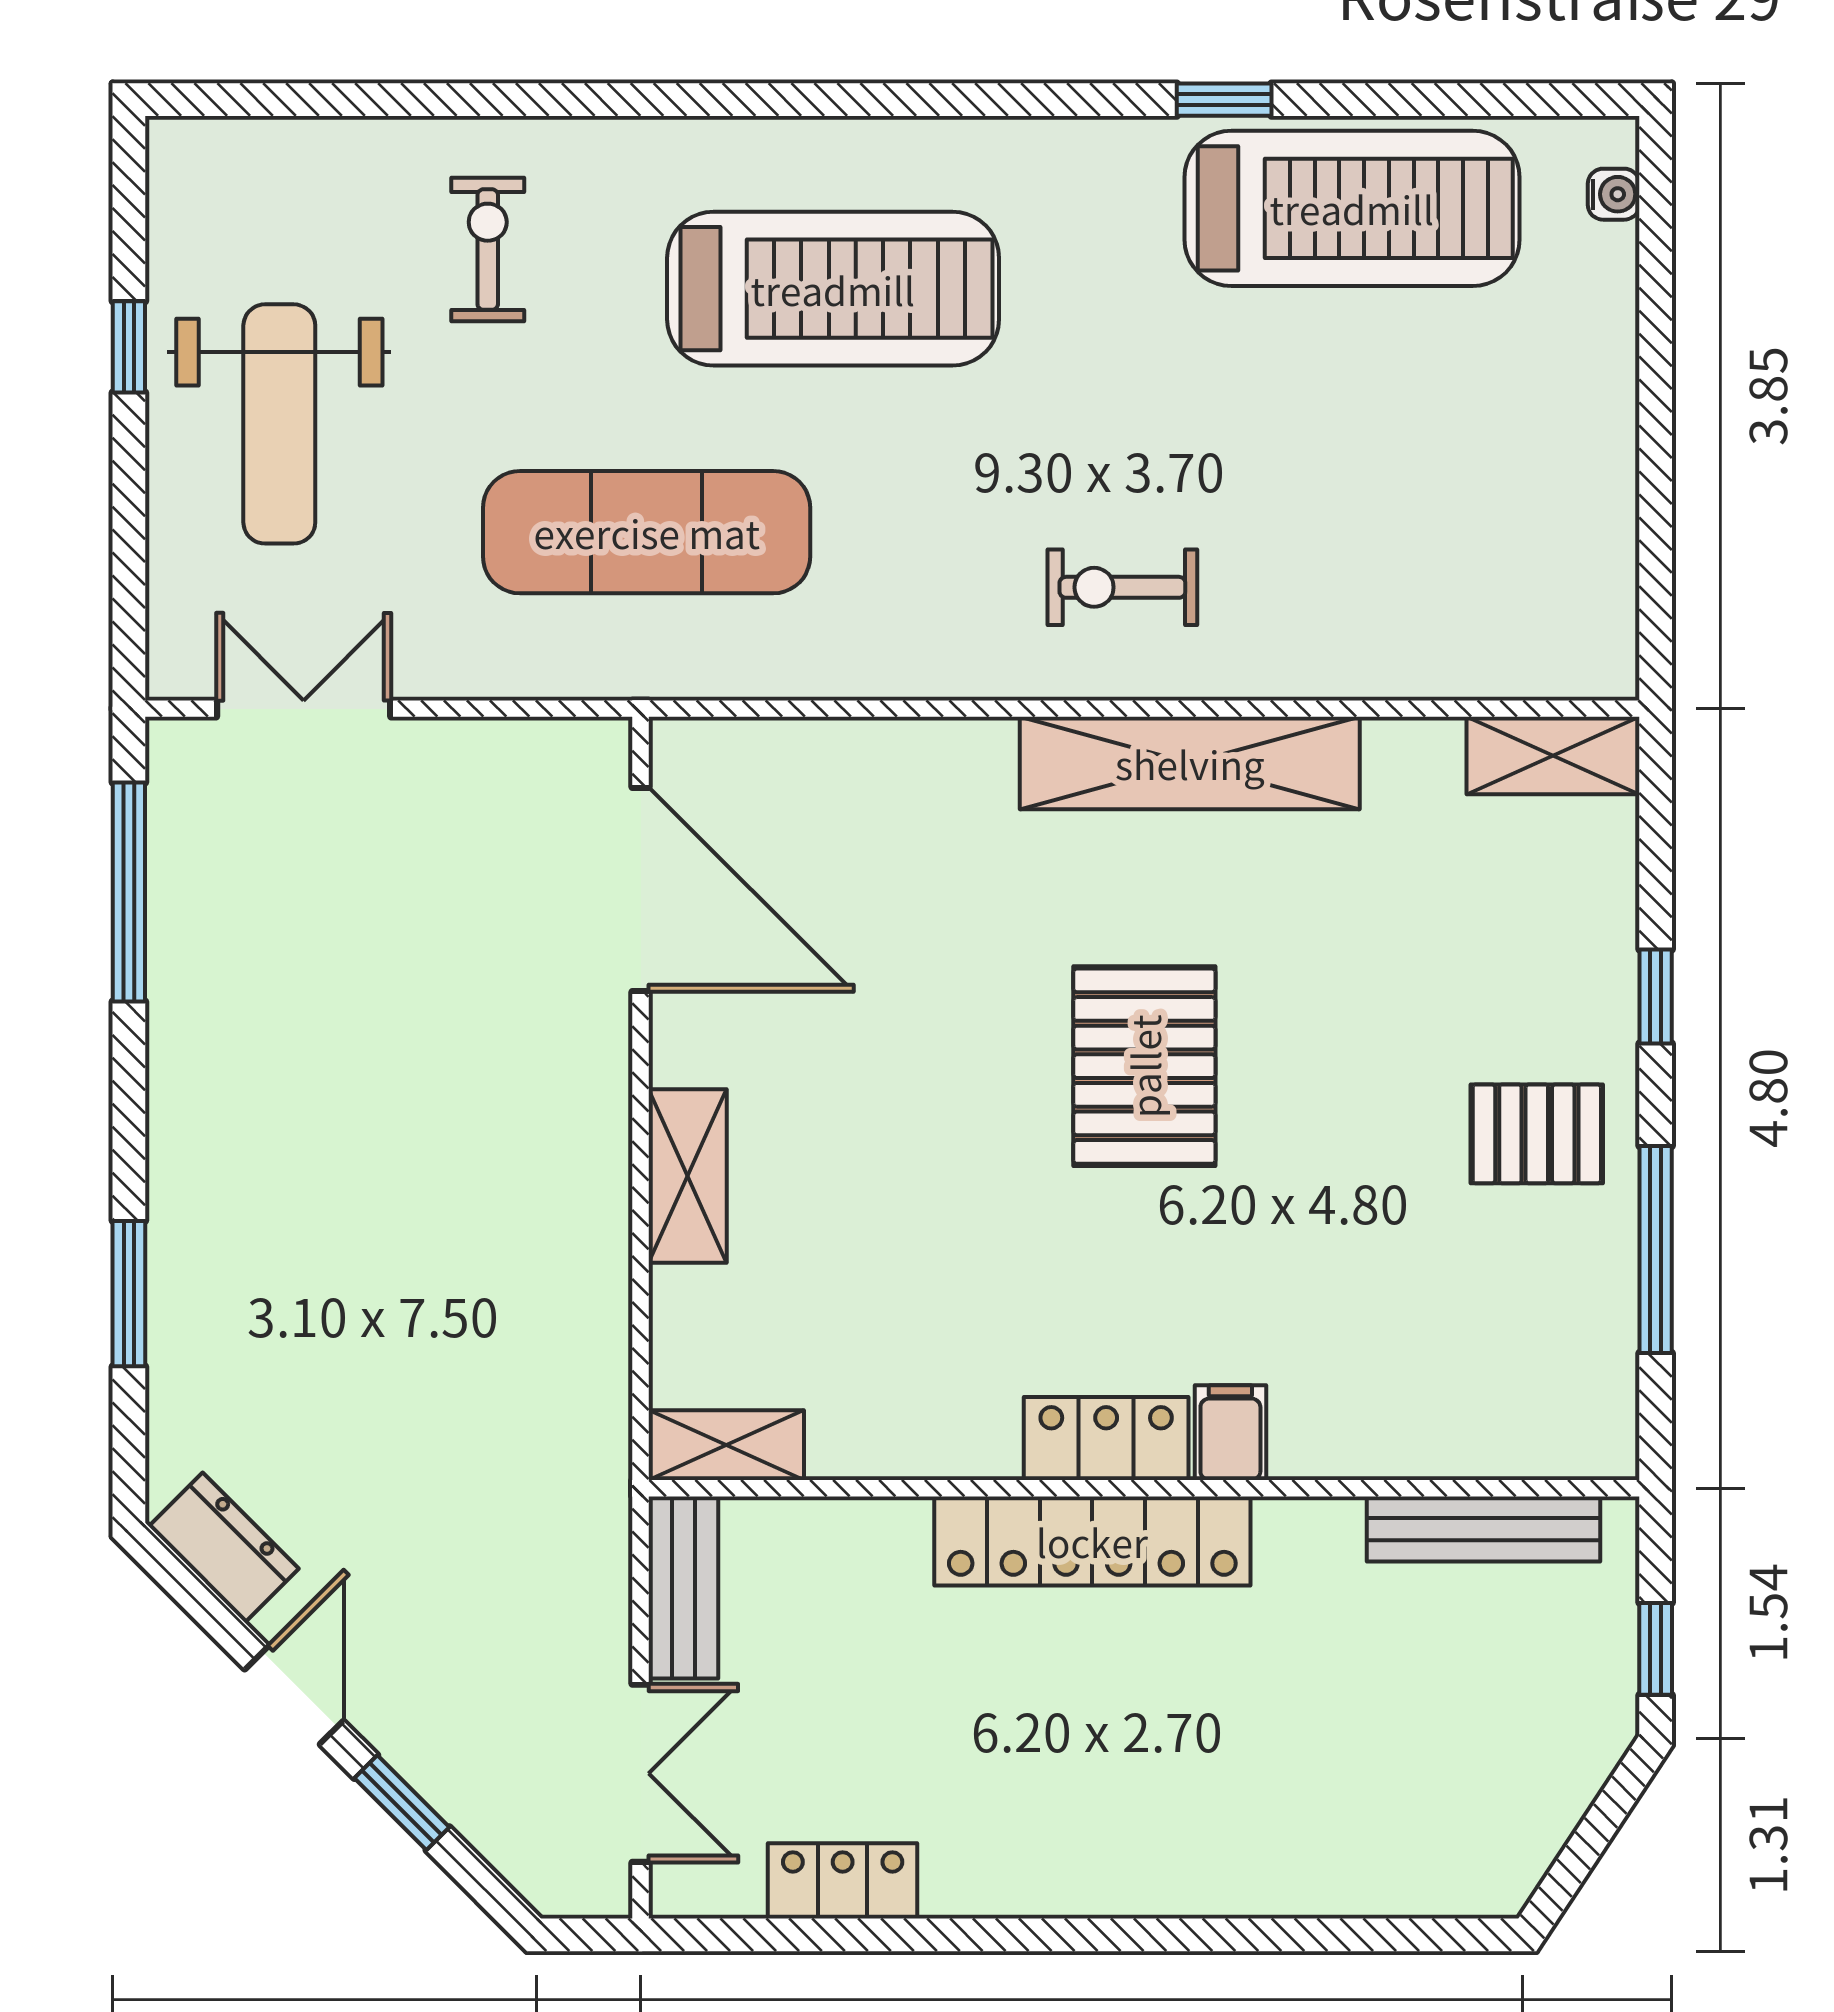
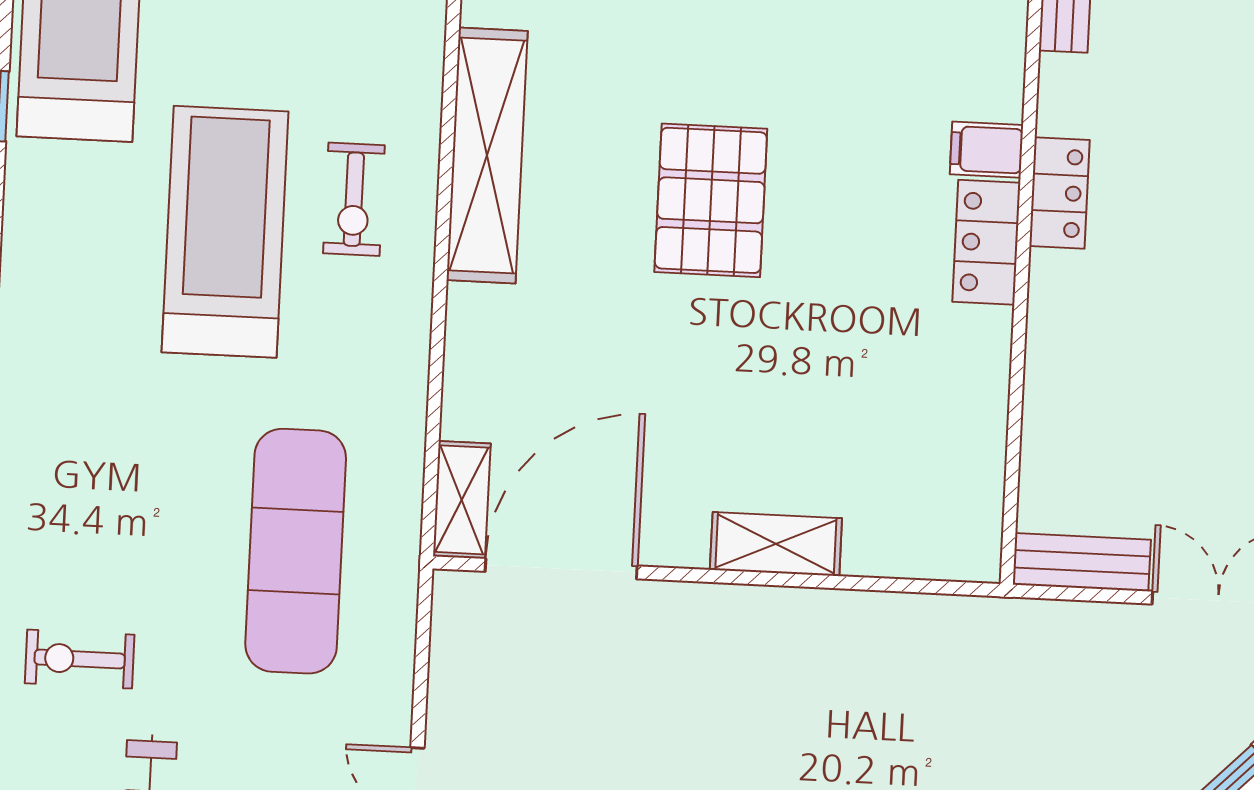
treadmill: (833, 289) -> (225, 232), moved
pallet: (1144, 1066) -> (711, 200), turned 90
shelving: (726, 1445) -> (462, 500), moved
locker: (1092, 1541) -> (1059, 193), width x0.46, depth x0.83

